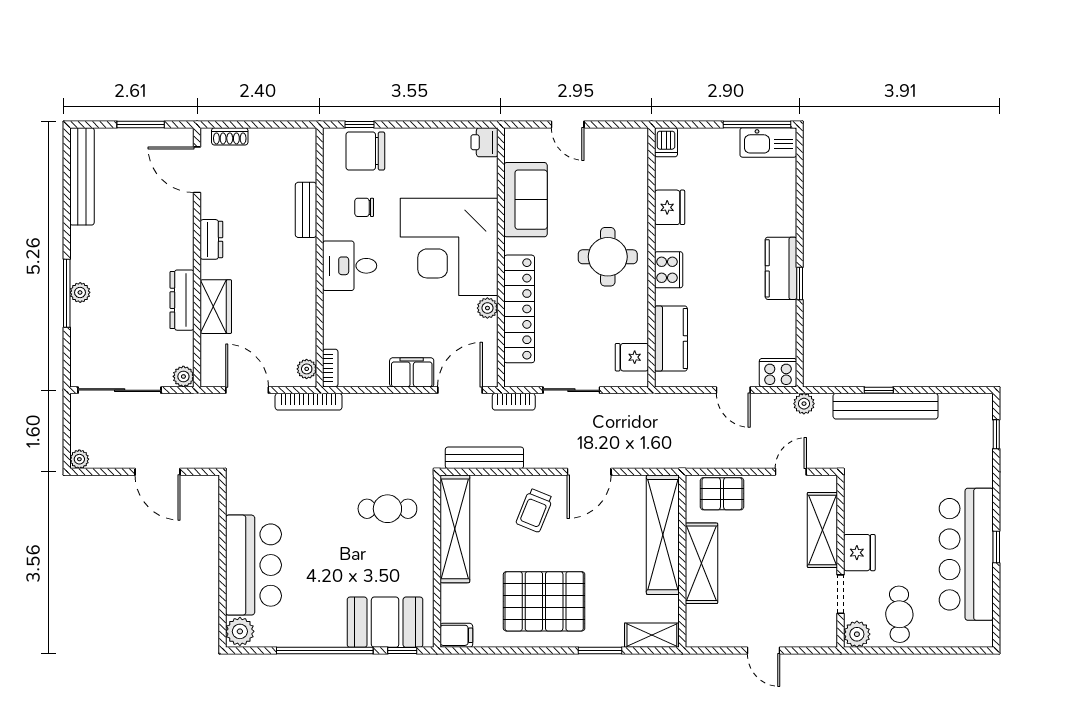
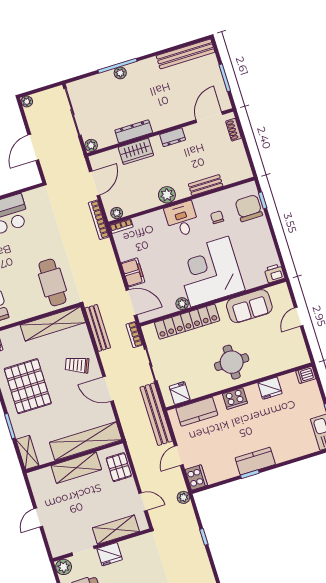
plant: (302, 278) -> (167, 195), added
bench: (886, 406) -> (156, 414), moved
cafe table: (387, 509) -> (52, 282), width x1.37, depth x1.35

